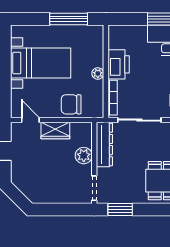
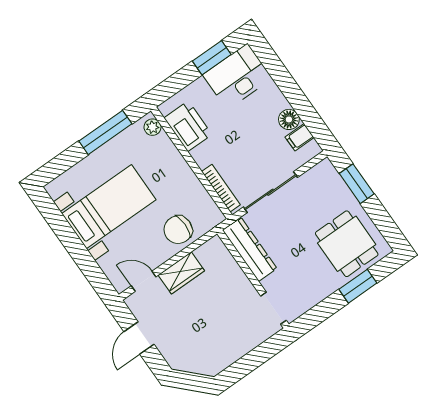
printer: (119, 64) -> (188, 126), moved
plant: (98, 73) -> (152, 127), moved
plant: (84, 156) -> (235, 279), removed
window: (120, 210) -> (358, 286), moved

